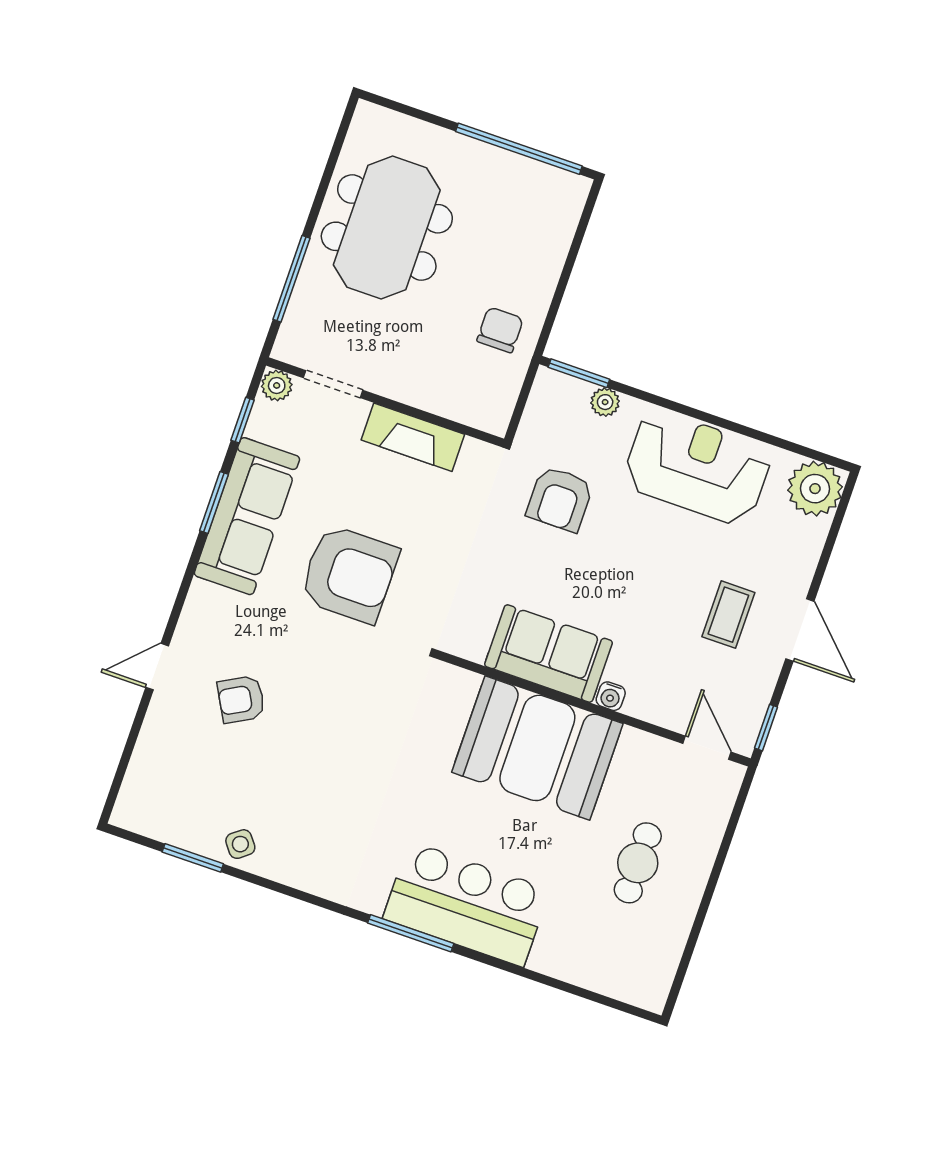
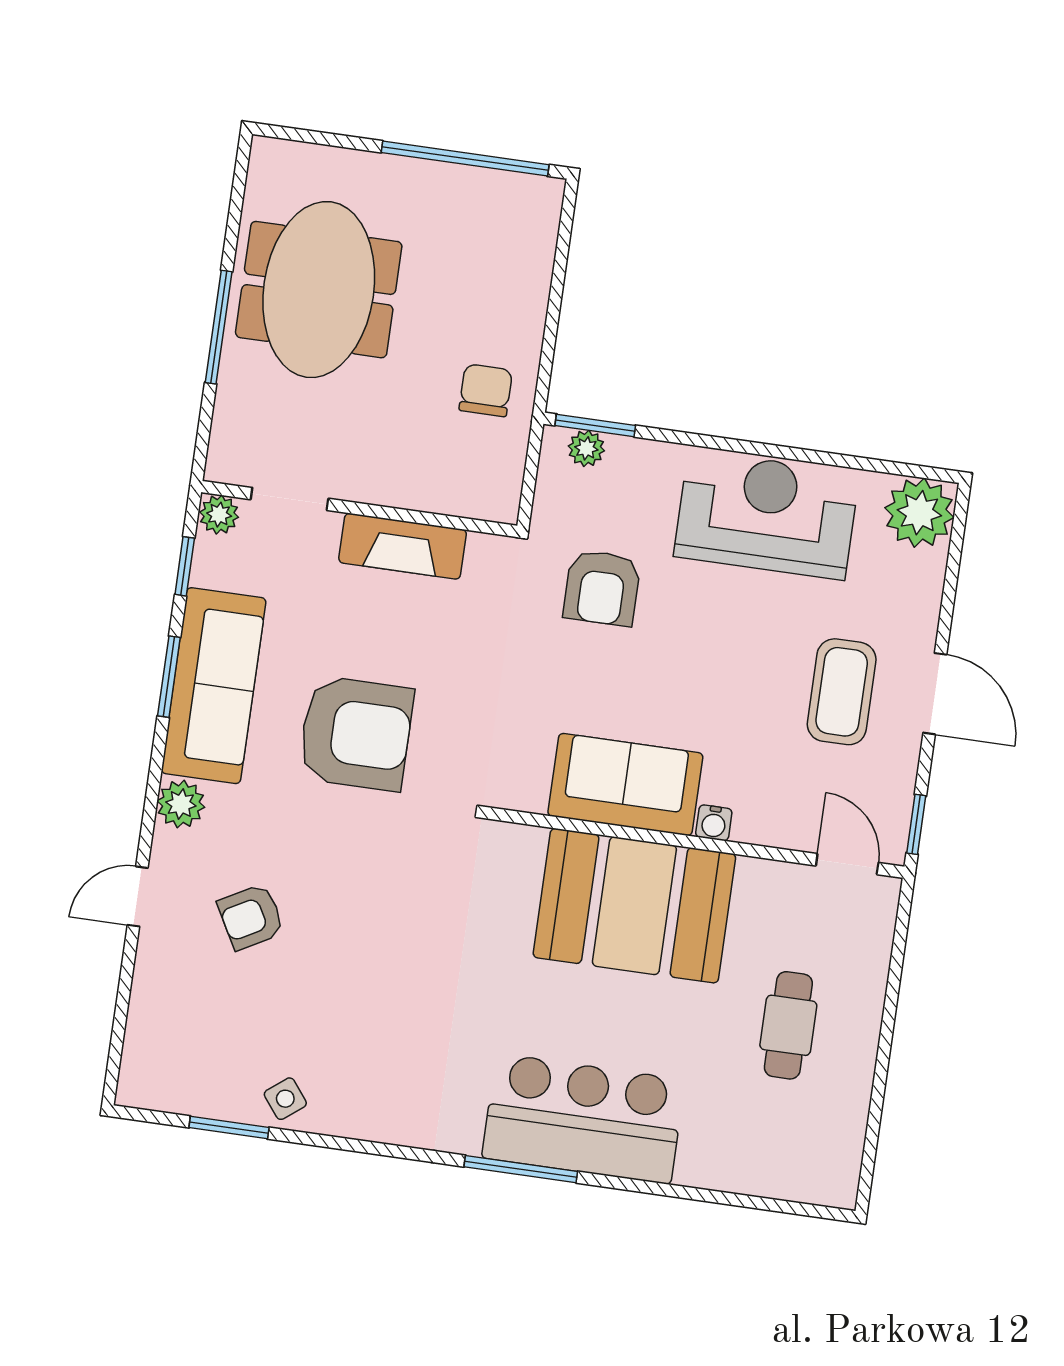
window: (291, 279) -> (219, 327), moved
plant: (605, 402) -> (586, 448), moved
plant: (204, 602) -> (181, 804), added
coffee table: (728, 615) -> (842, 692), width x1.36, depth x1.30

